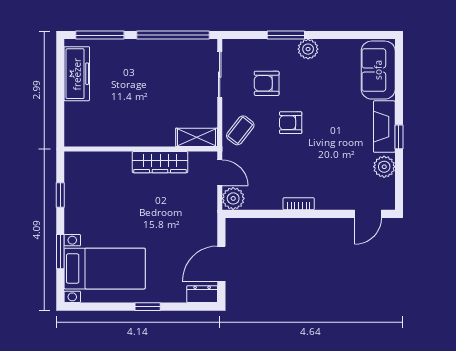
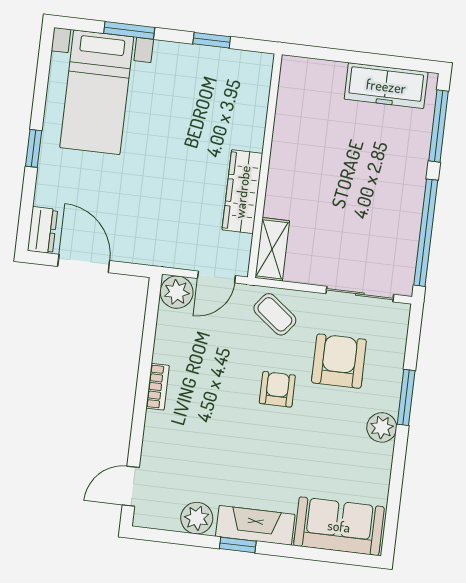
armchair: (267, 83) -> (339, 361), width x1.38, depth x1.38
door: (368, 214) -> (131, 486), hinge flipped

